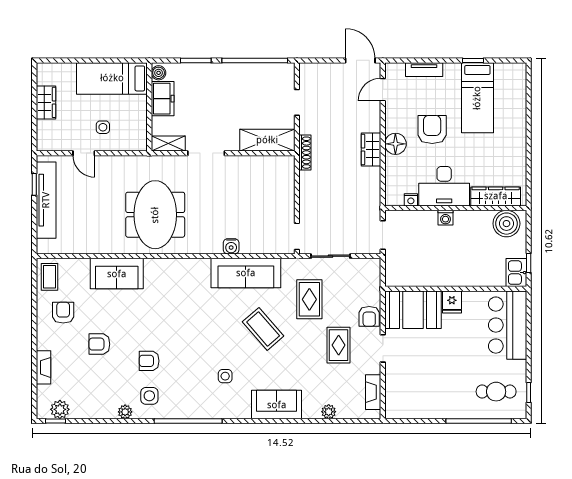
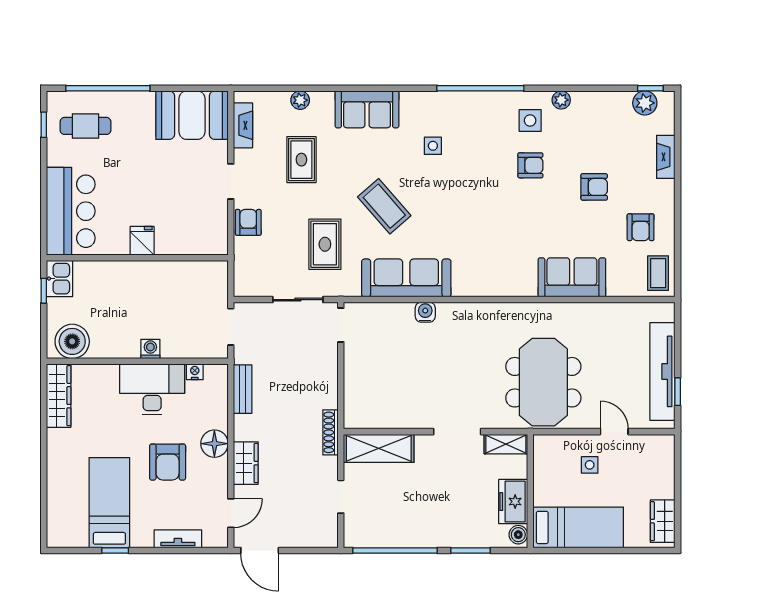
wardrobe: (46, 102) -> (663, 521), moved
wardrobe: (371, 149) -> (246, 463), moved
bench: (373, 186) -> (243, 389), added
wardrobe: (496, 196) -> (59, 396), moved, turned -90
meeting table: (155, 215) -> (543, 382), moved
booth: (413, 310) -> (192, 115), moved
rug: (339, 345) -> (301, 160), moved

